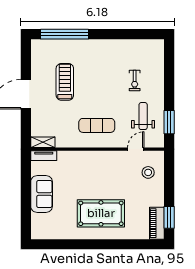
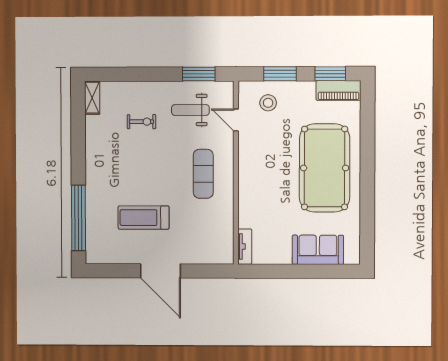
shelving: (43, 142) -> (92, 98), moved
window: (169, 181) -> (280, 74), added
sofa: (42, 194) -> (318, 250), moved
pool table: (101, 213) -> (325, 168), width x1.36, depth x1.32

